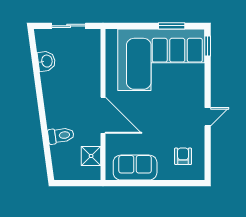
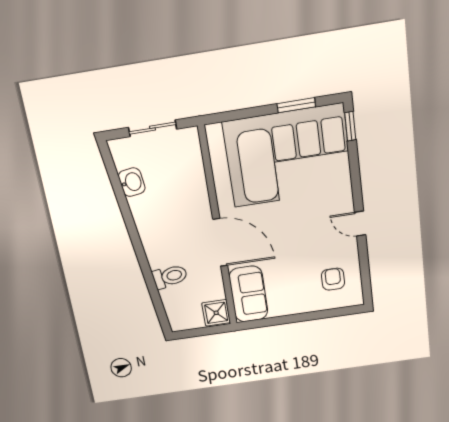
door: (208, 117) -> (360, 224), swing flipped
shower: (91, 156) -> (216, 313), moved
sofa: (135, 168) -> (248, 294), moved, turned 90

